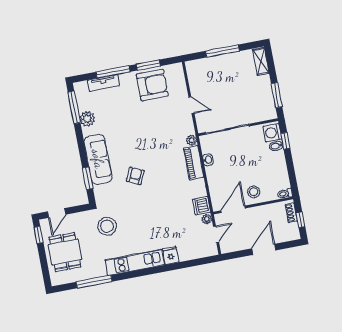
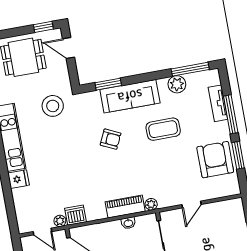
armchair: (152, 85) -> (215, 160), turned 180
coffee table: (126, 130) -> (163, 129), added

